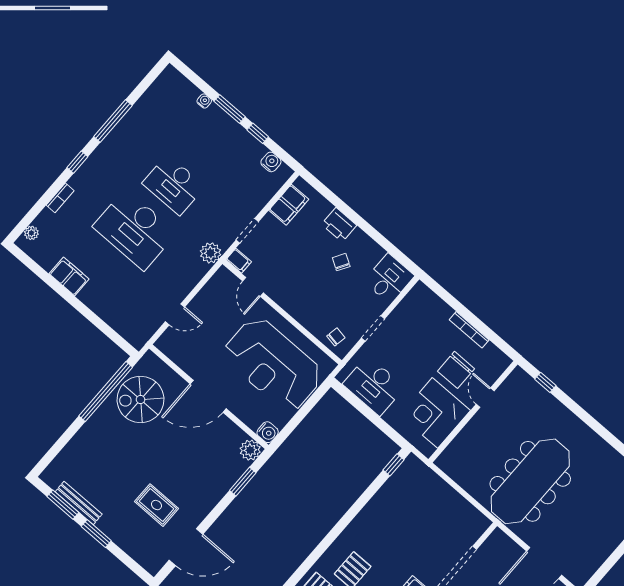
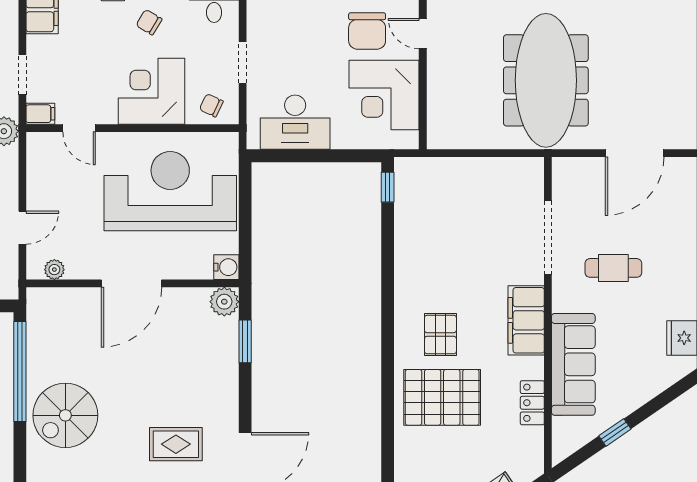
corner desk: (310, 301) -> (151, 91), added
chair: (336, 337) -> (211, 105), turned -75
plant: (173, 352) -> (54, 270), added
reception desk: (273, 364) -> (170, 191), turned 180
spiral stairs: (141, 400) -> (65, 415), moved

